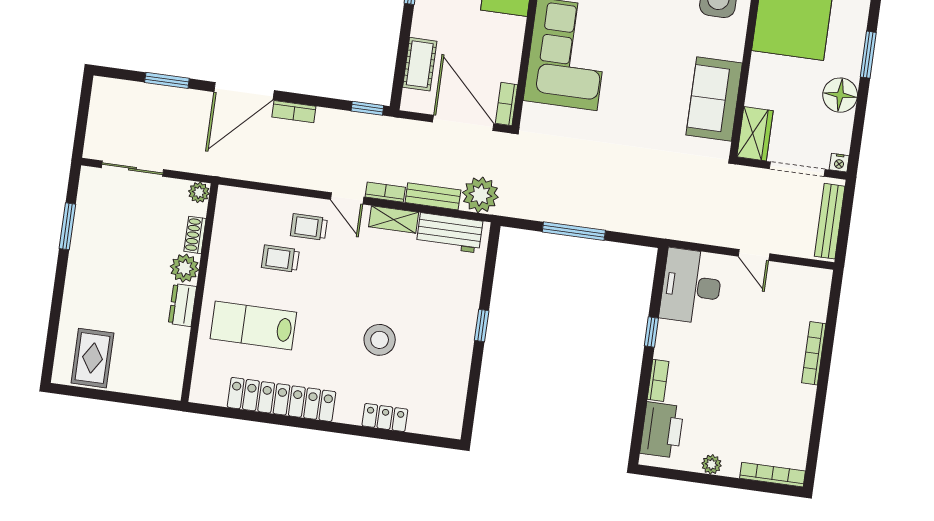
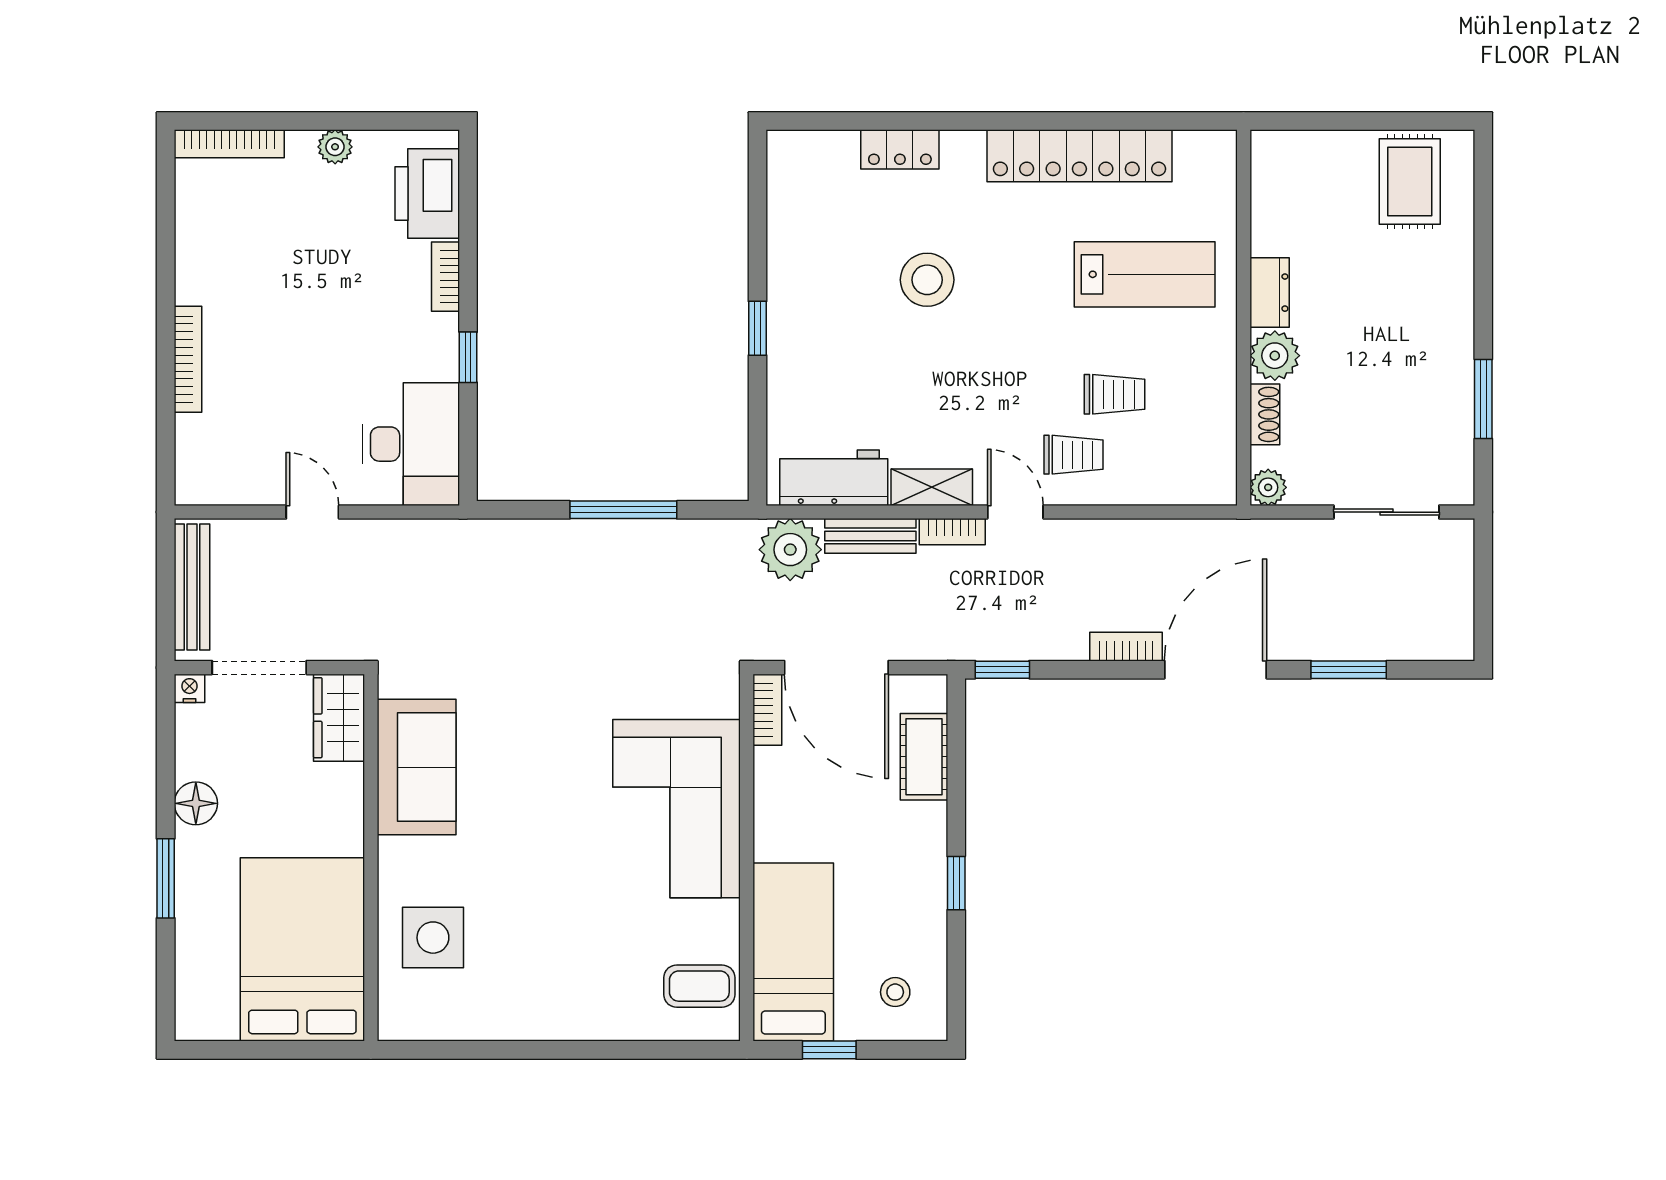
floor lamp: (840, 95) -> (196, 803), width x0.73, depth x0.73

